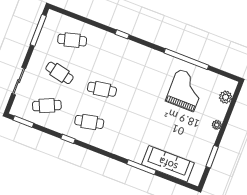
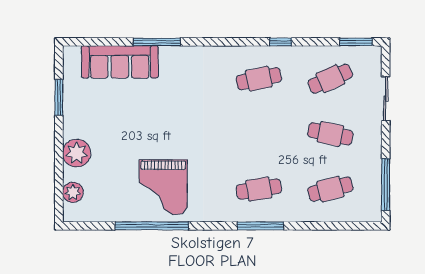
window: (122, 34) -> (260, 226), width x2.17
cafe table: (102, 89) -> (259, 189), moved
grand piano: (186, 90) -> (163, 187), moved
plant: (217, 125) -> (77, 153), width x1.88, depth x1.88

